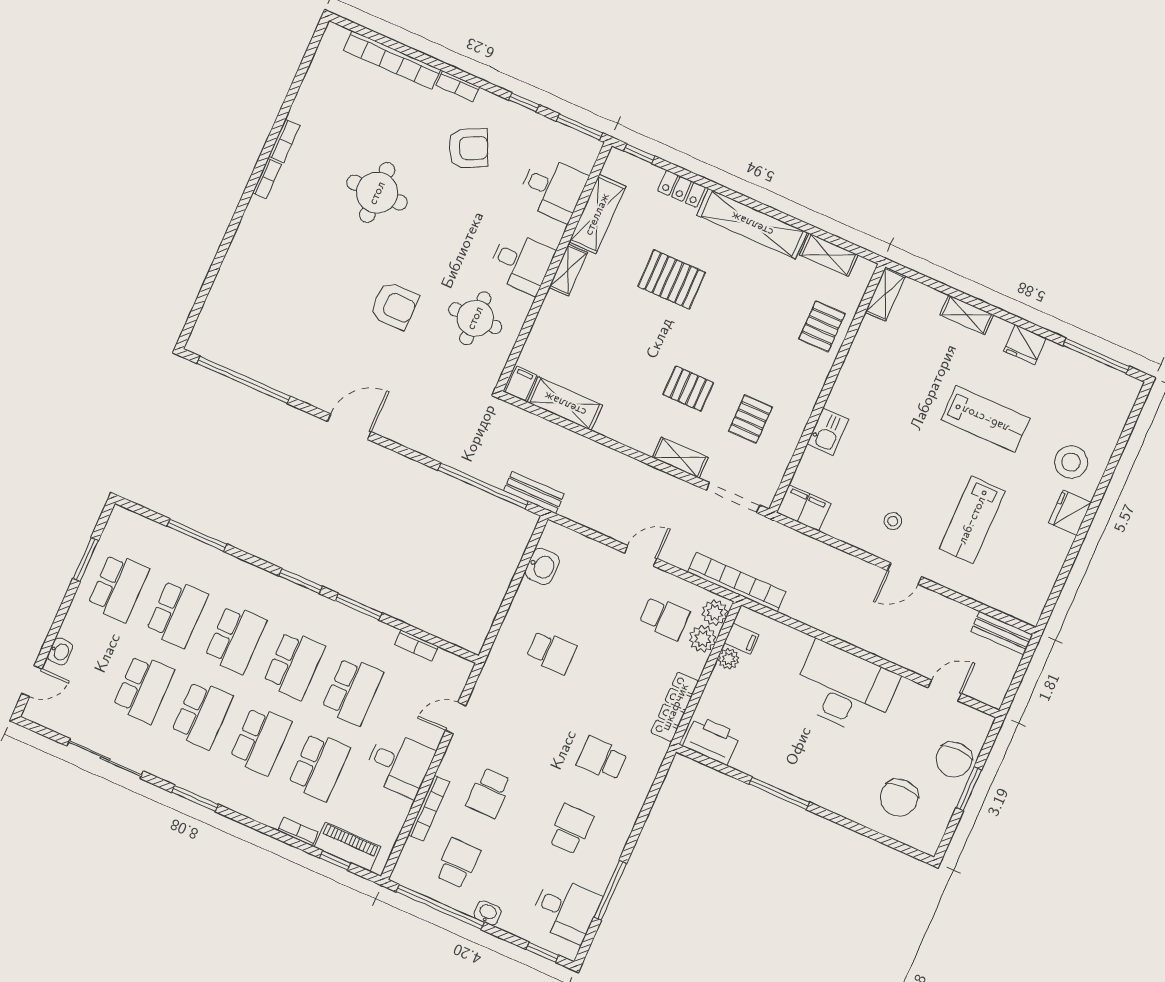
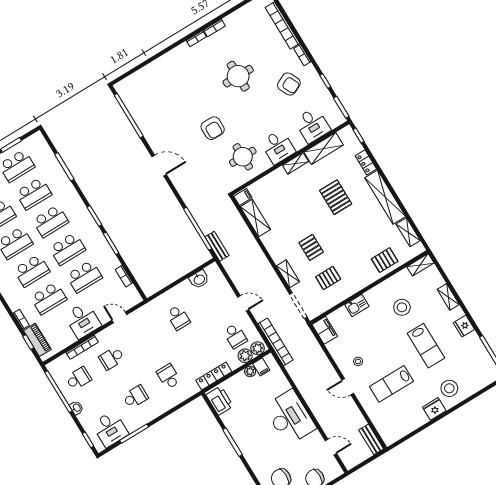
stool: (903, 384) -> (402, 307), added

